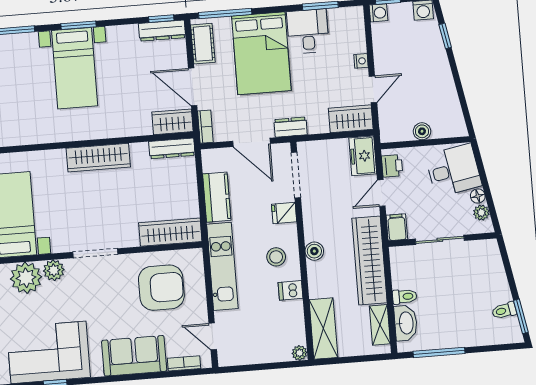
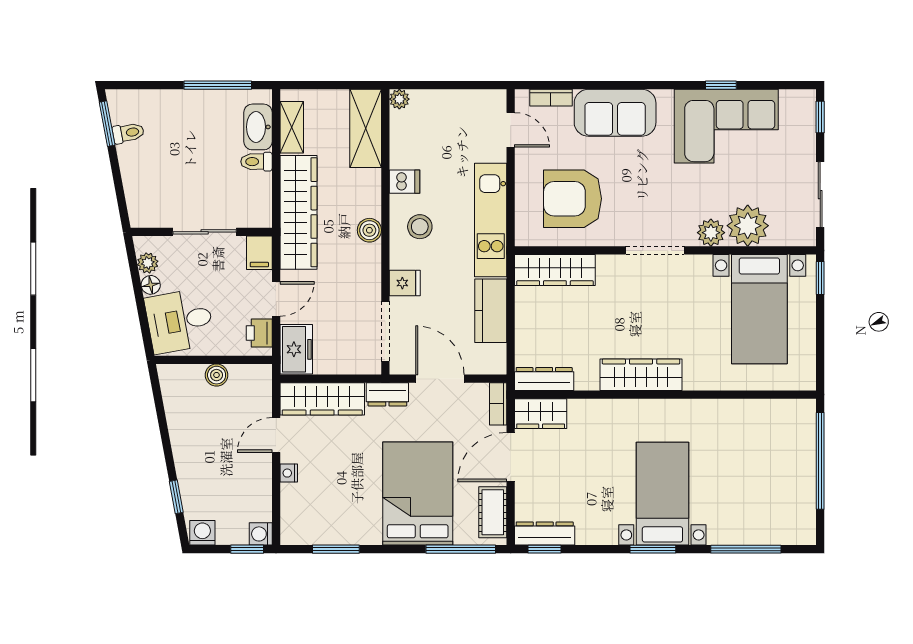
desk: (308, 31) -> (355, 517), removed
door: (193, 87) -> (511, 457), swing flipped
wardrobe: (351, 119) -> (322, 399), width x1.50

